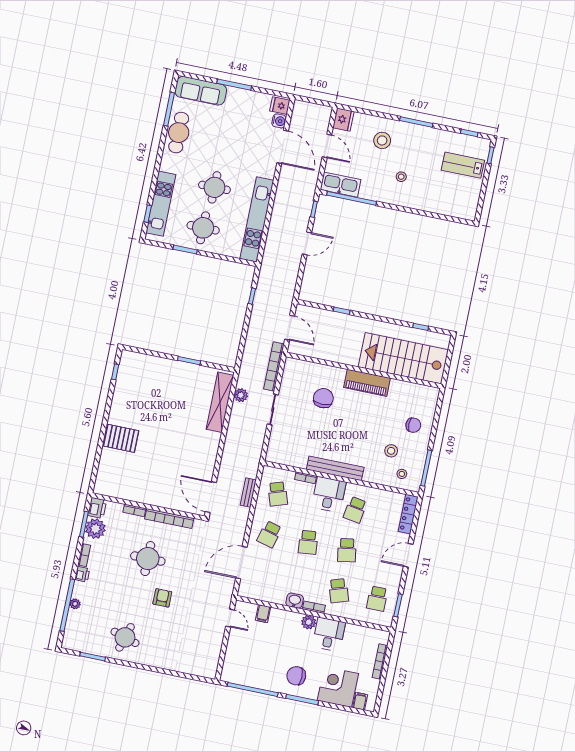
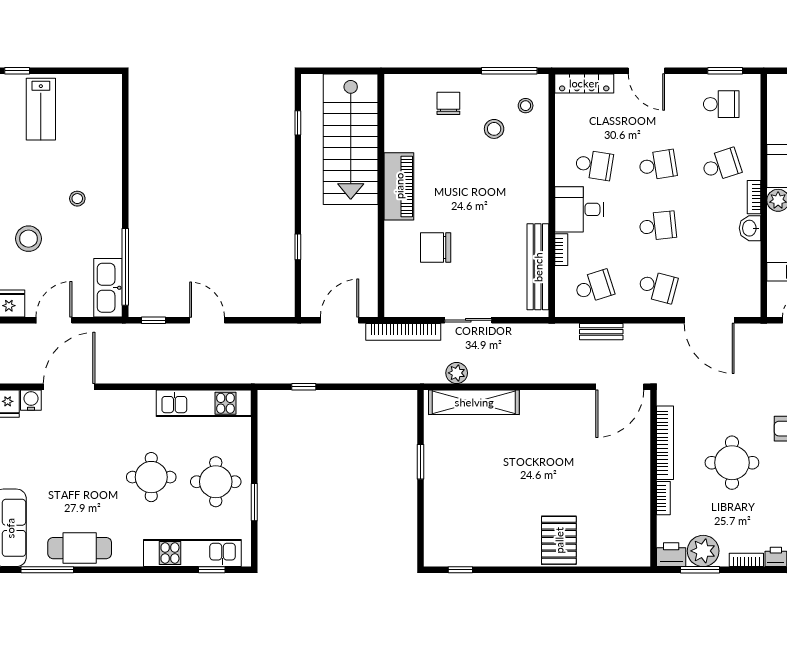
kitchen unit: (257, 219) -> (204, 403), width x0.73
bench: (335, 468) -> (538, 267), moved

